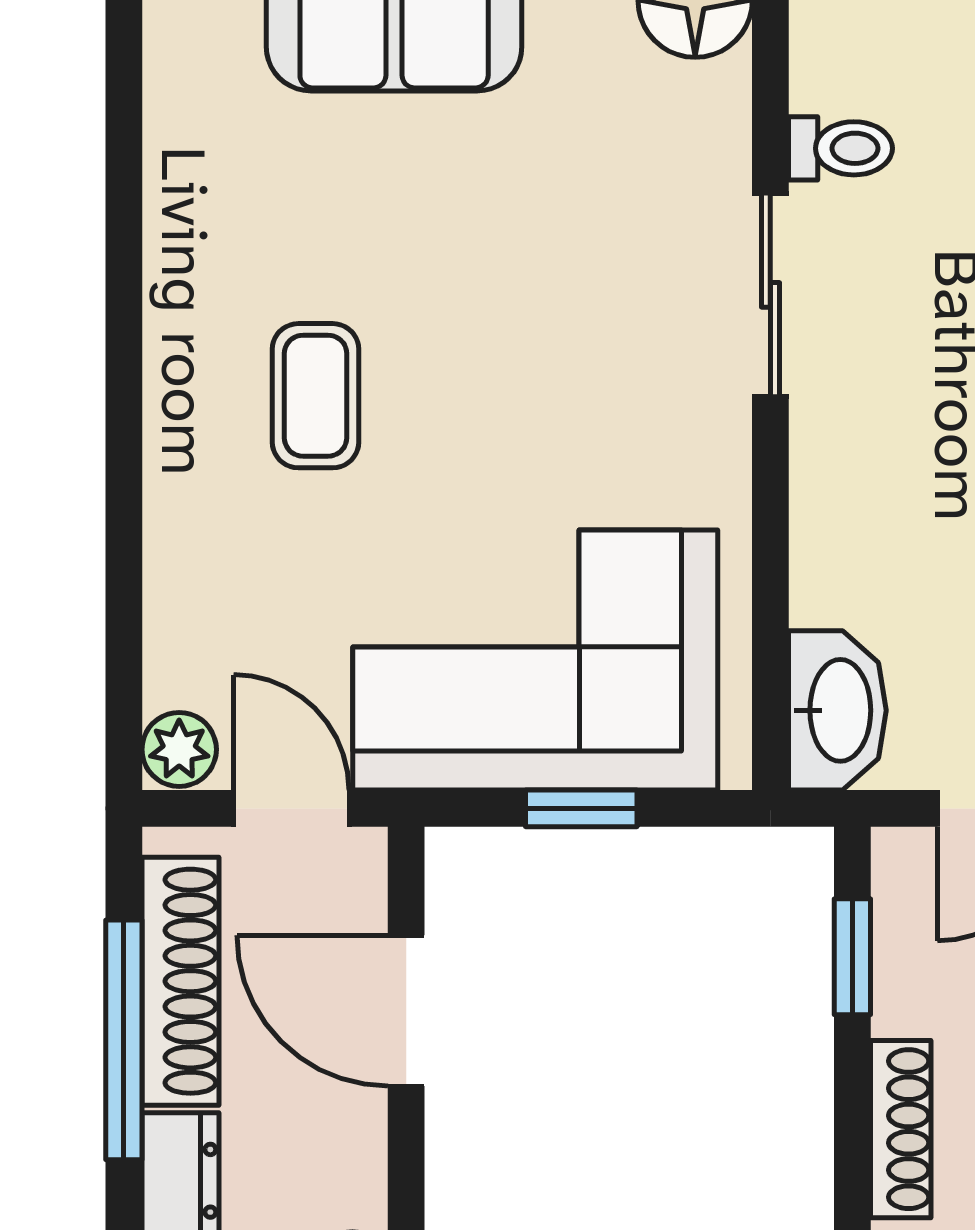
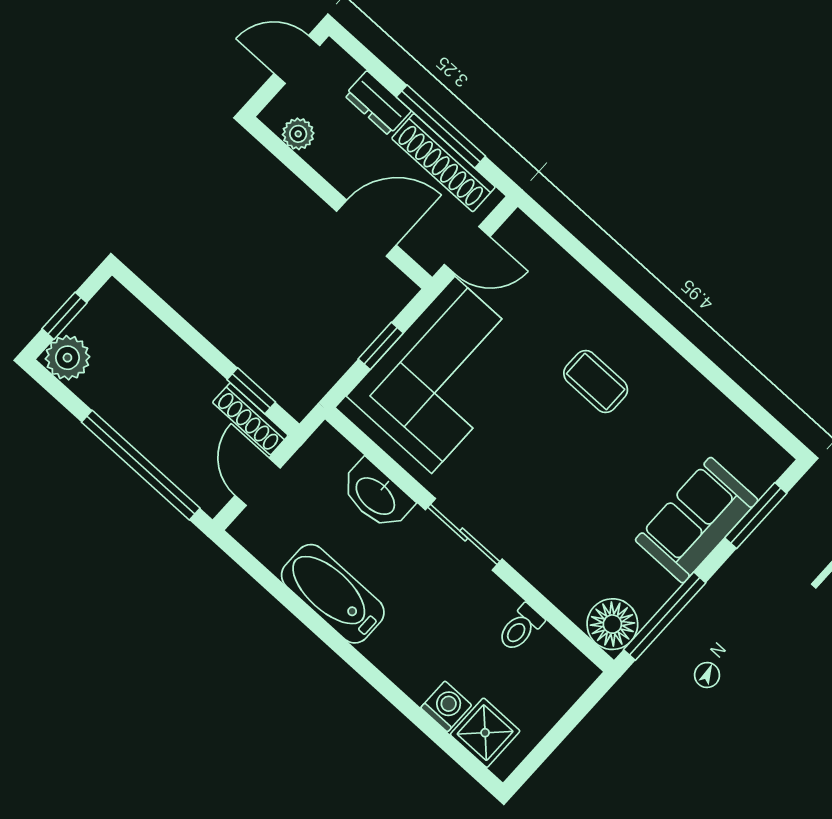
sliding door: (770, 295) -> (464, 534), moved
washbasin: (837, 710) -> (376, 495), moved
plant: (179, 749) -> (520, 231), removed
shoe rack: (901, 1129) -> (250, 419), moved

